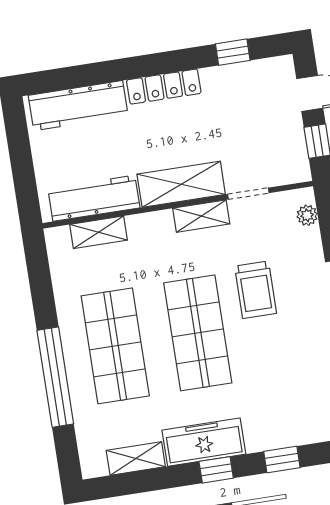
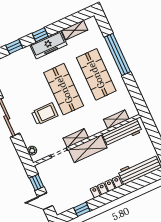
trolley: (256, 290) -> (45, 114), turned 90

